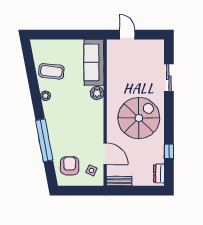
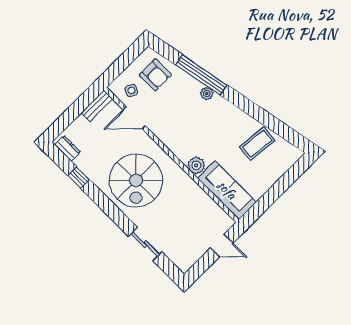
plant: (46, 96) -> (207, 93), moved

